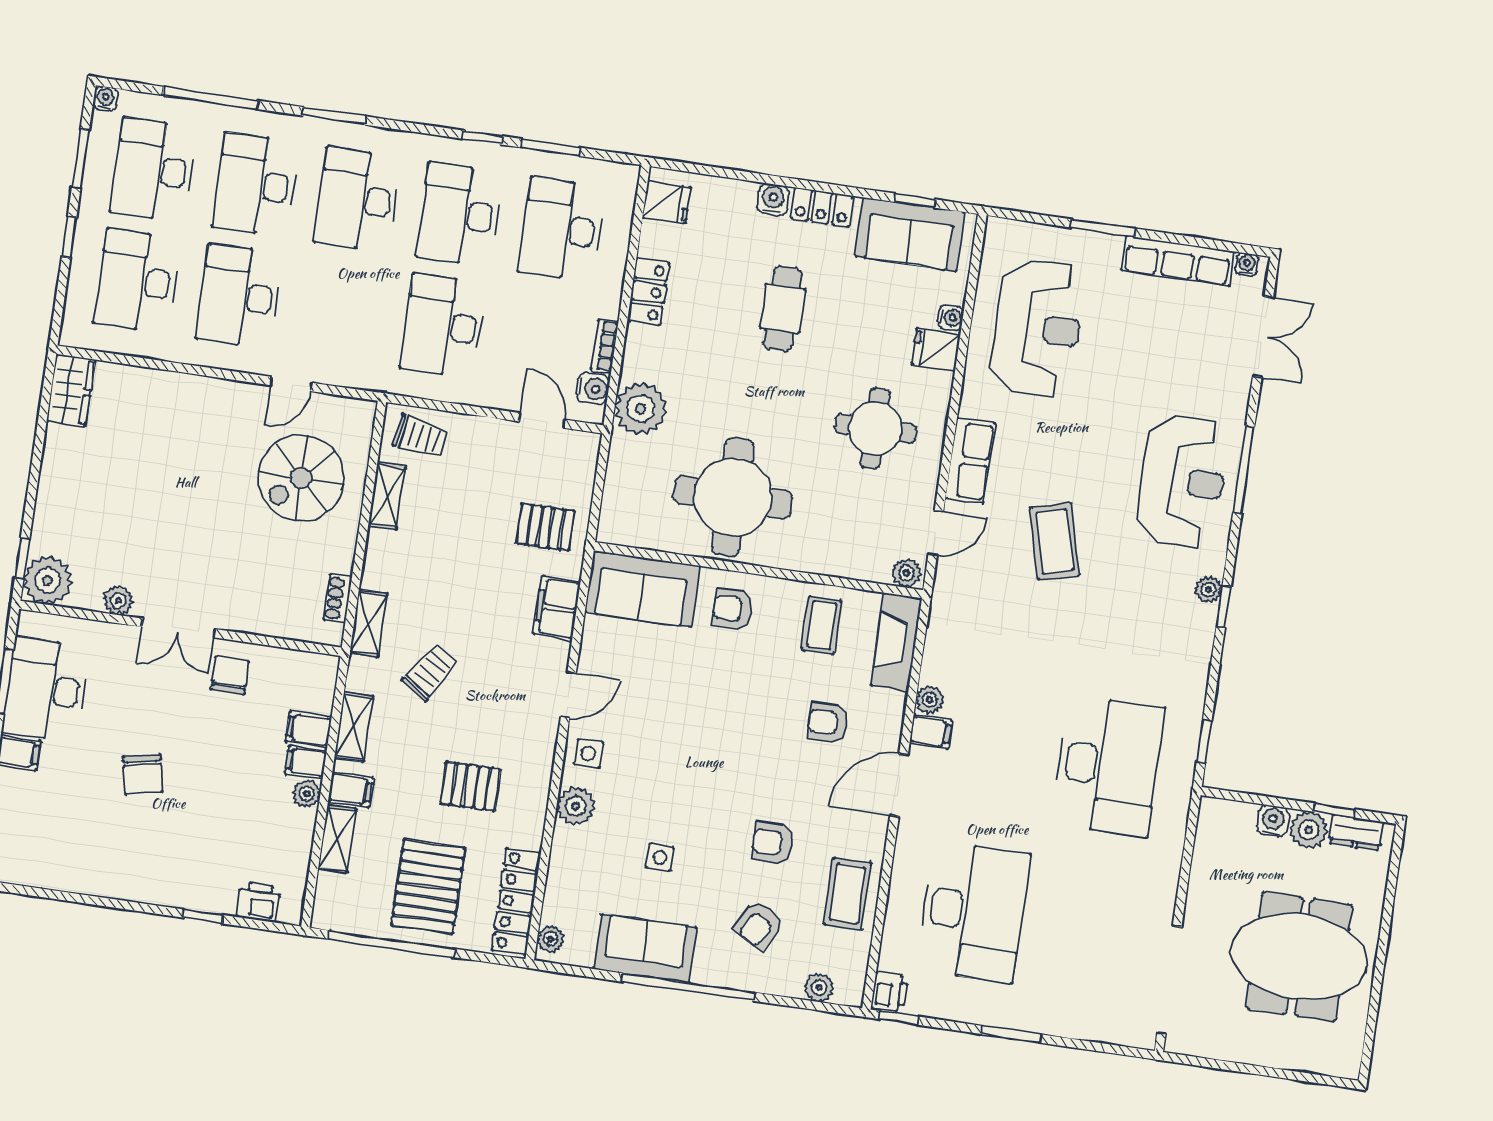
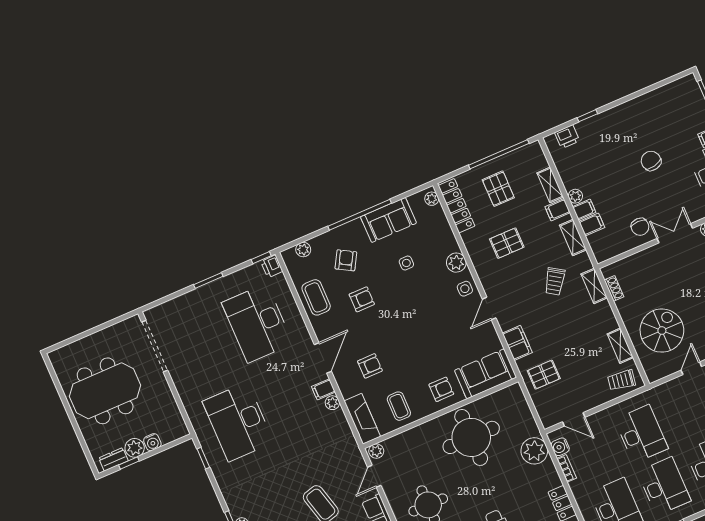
pallet: (428, 886) -> (498, 189), width x0.67, depth x0.71

